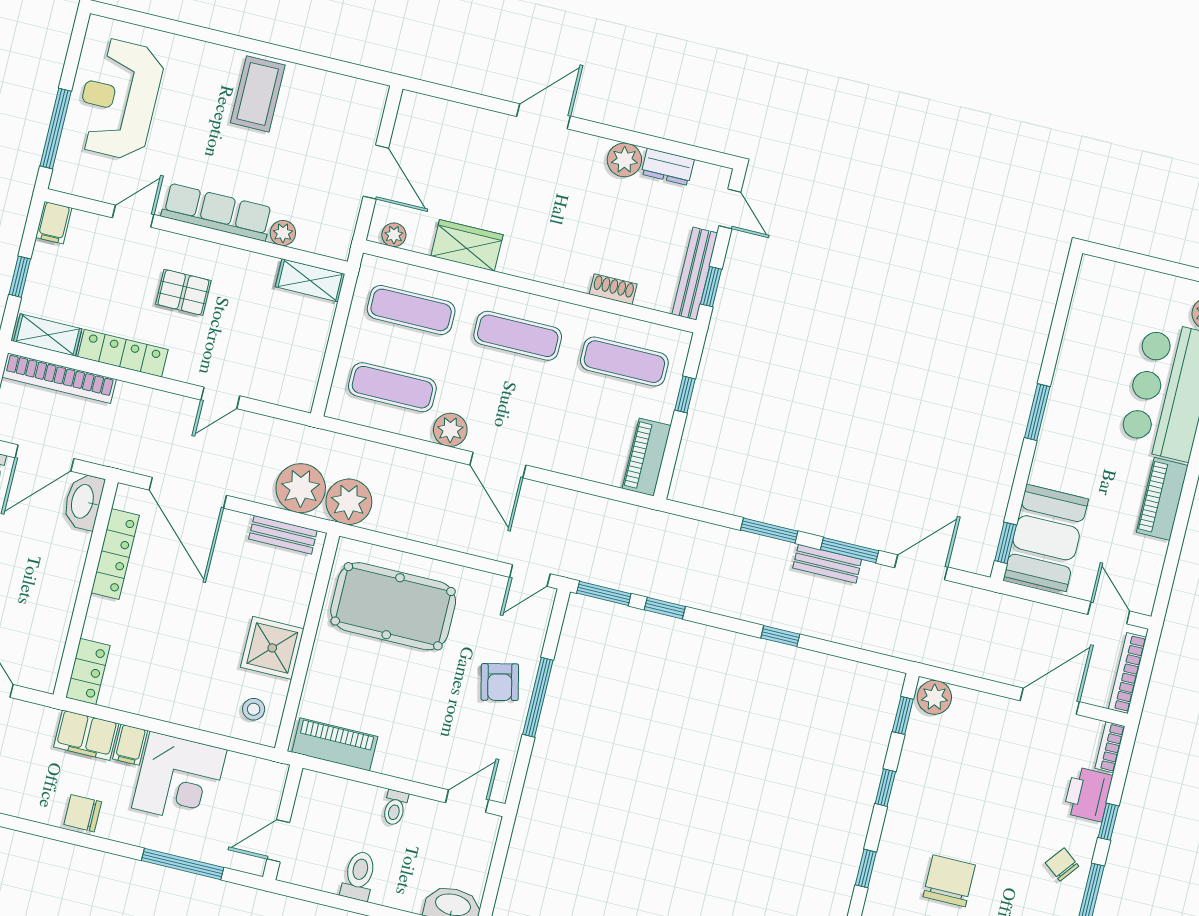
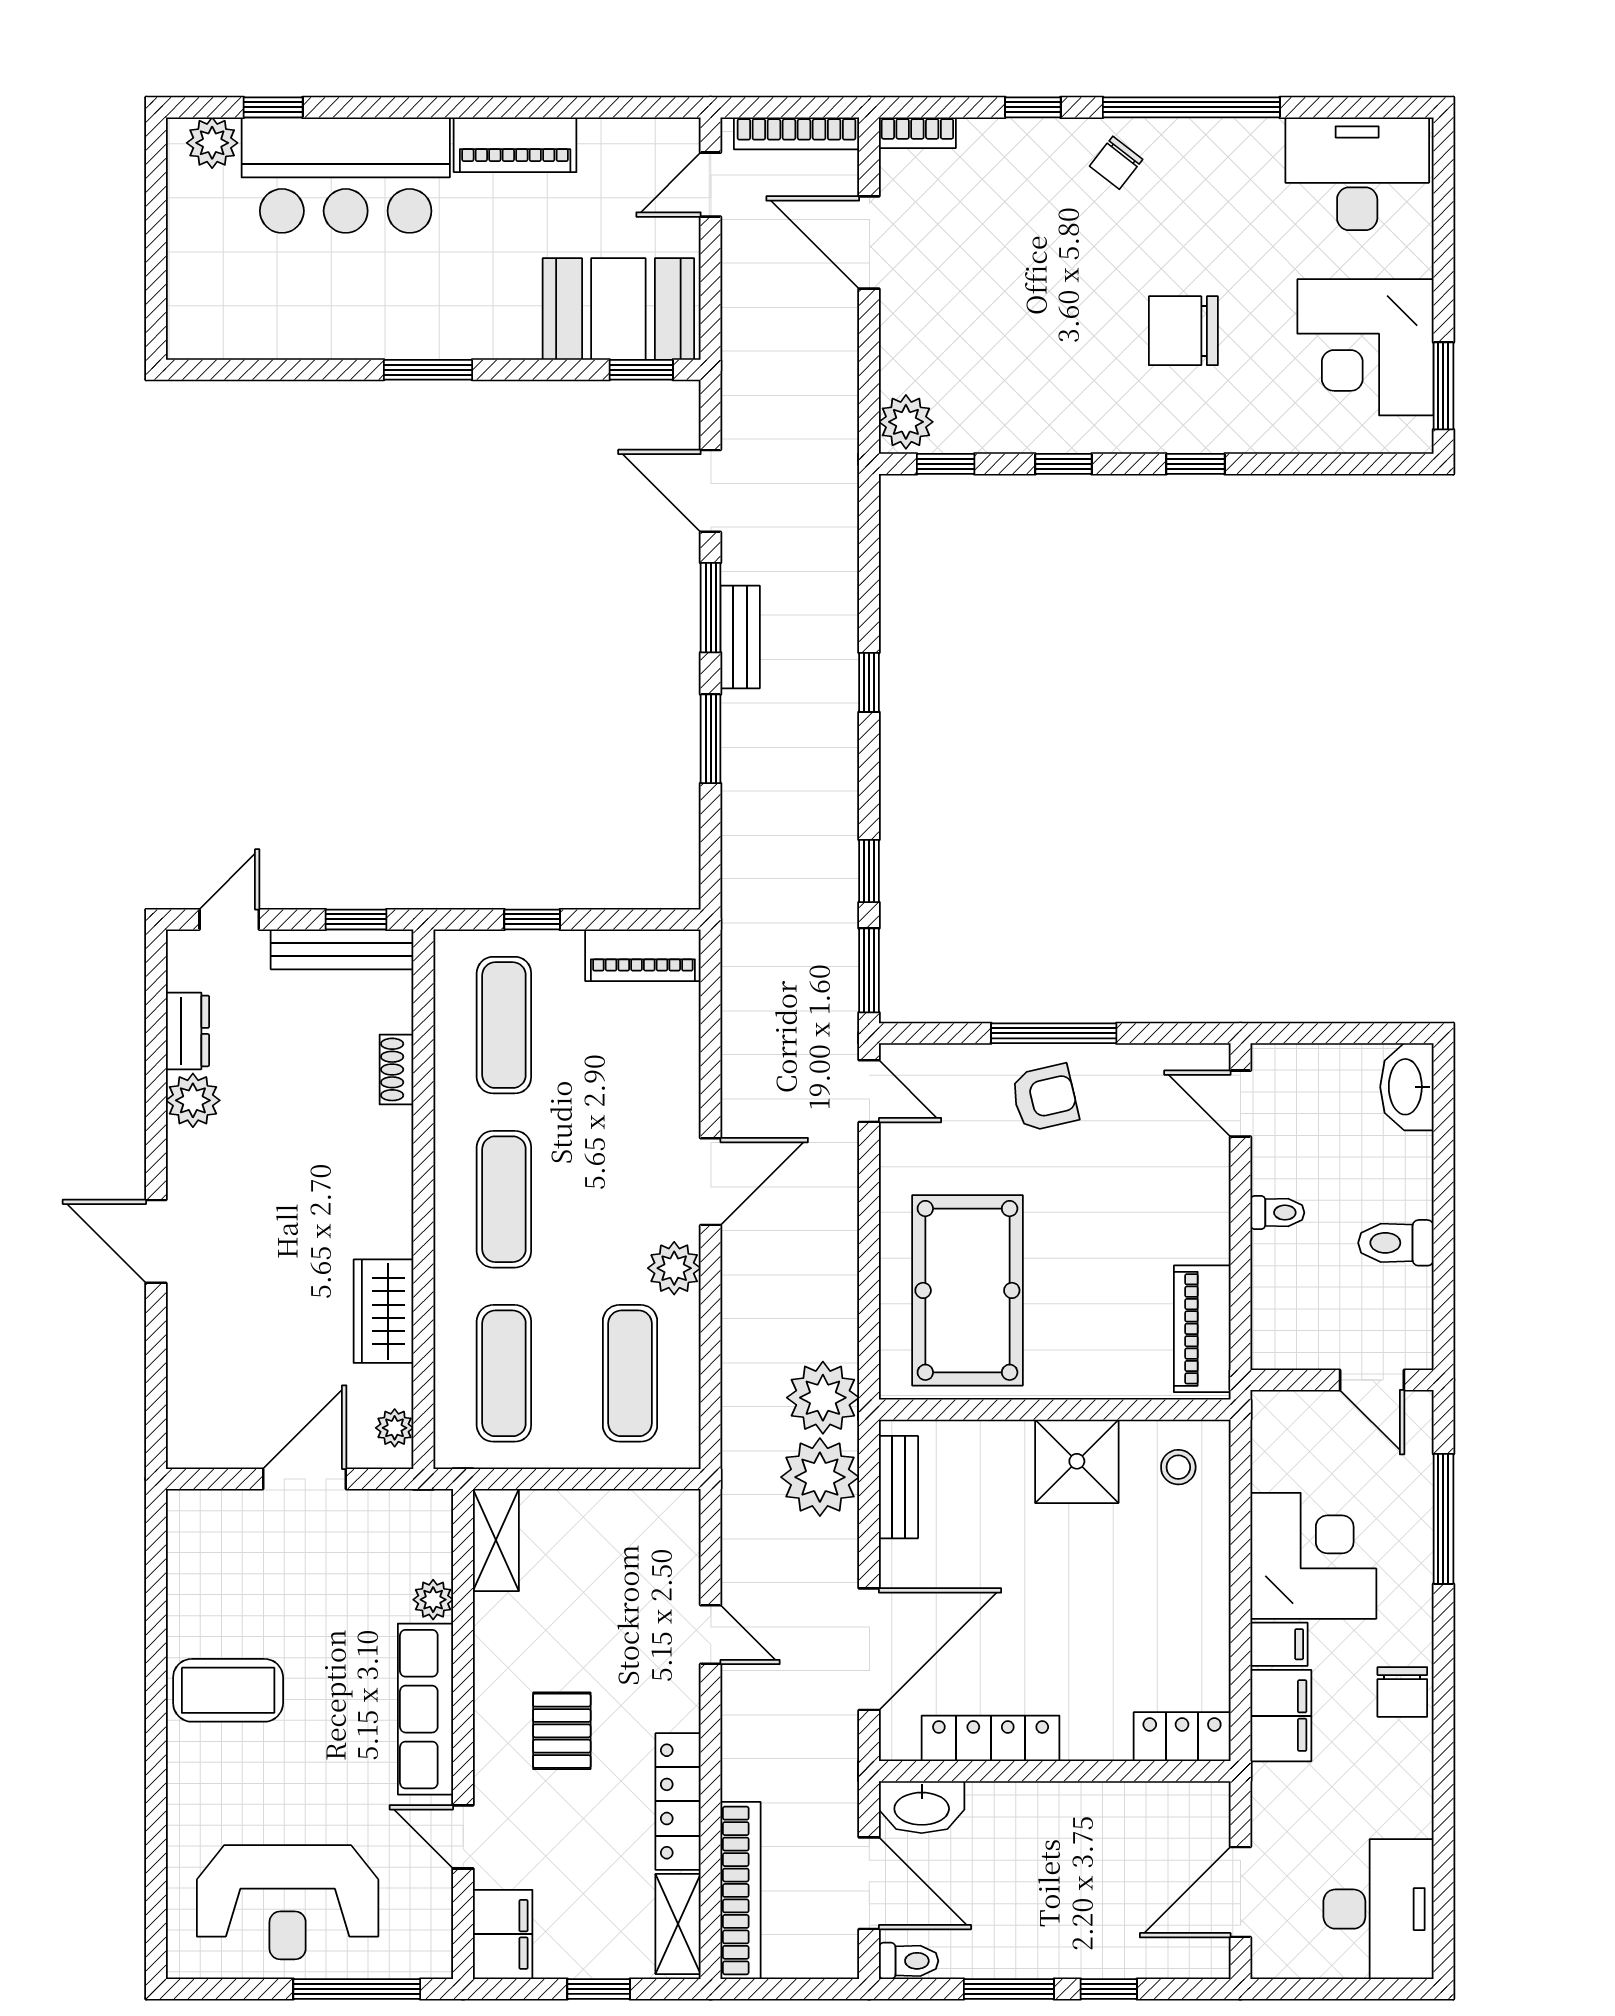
filing cabinet: (54, 223) -> (503, 1934), width x2.00
printer: (1088, 794) -> (998, 149), removed

